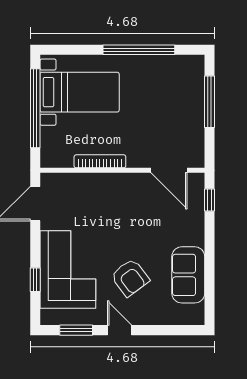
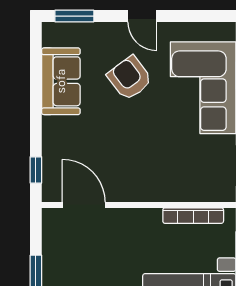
bookcase: (100, 161) -> (193, 216), moved
window: (76, 330) -> (74, 16), moved

